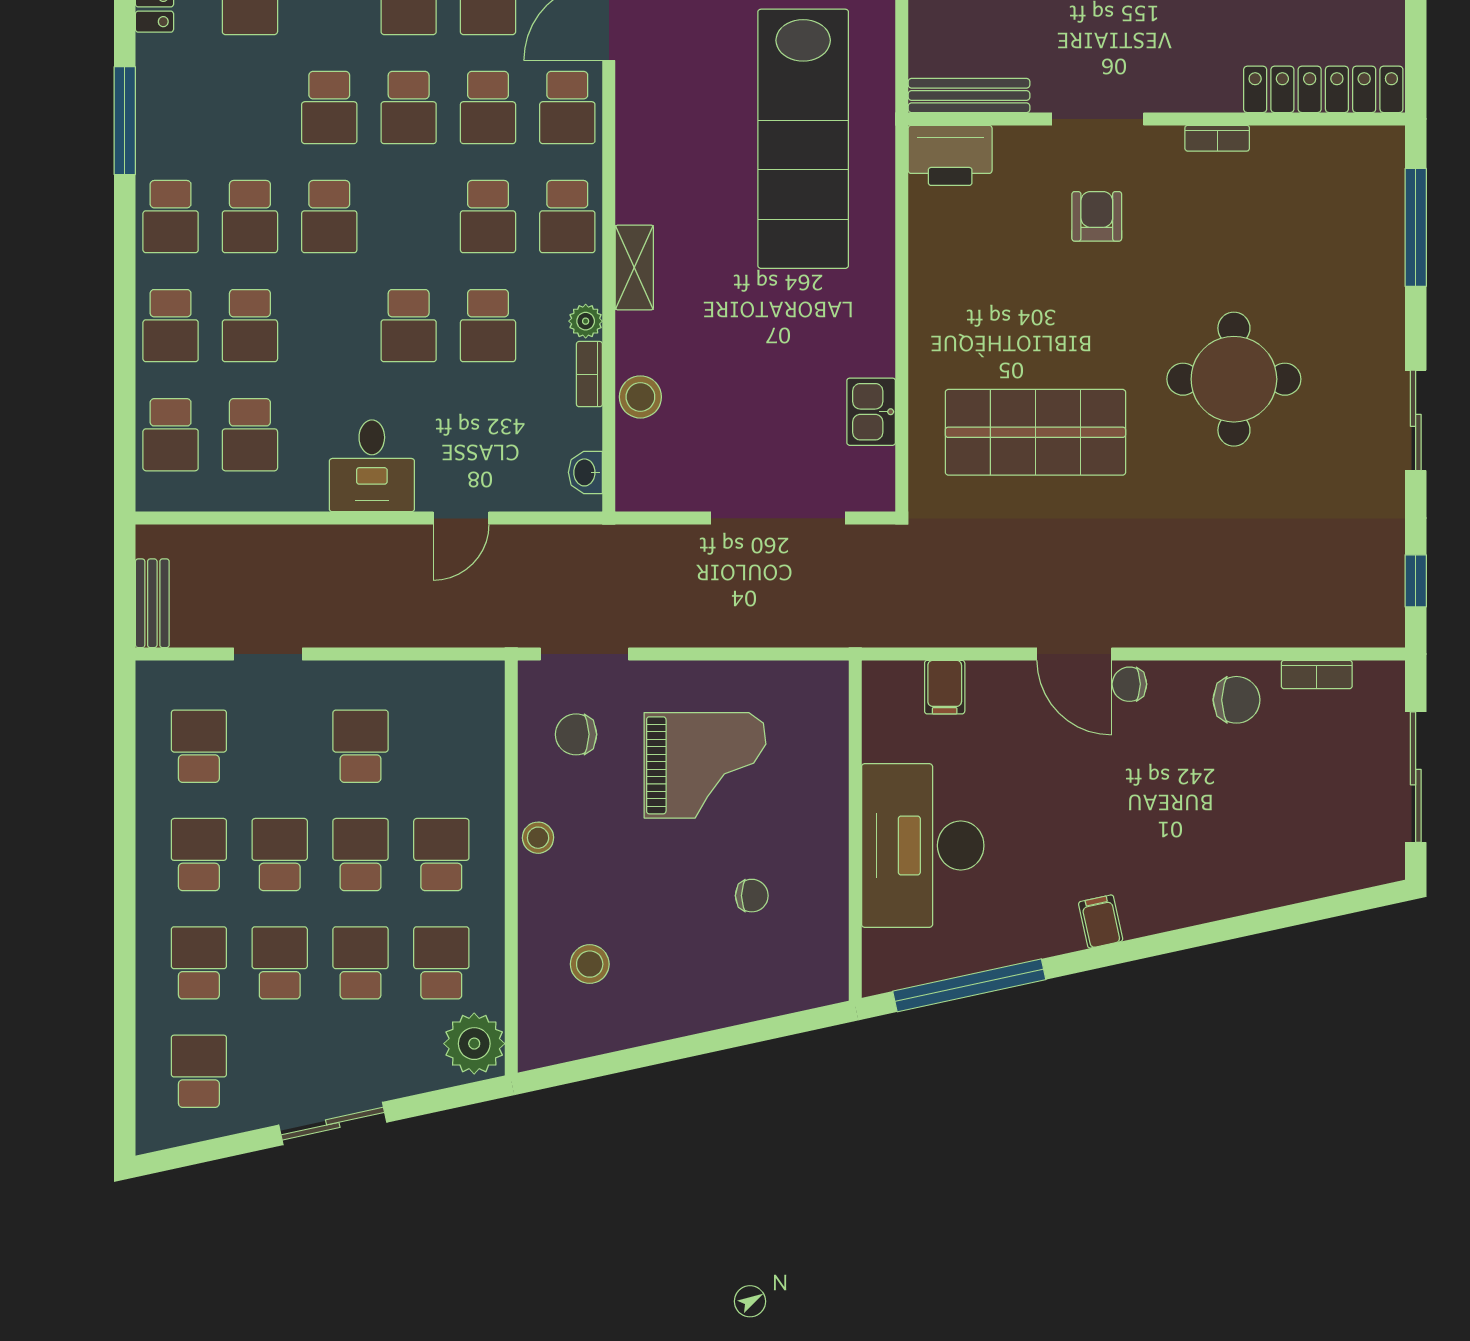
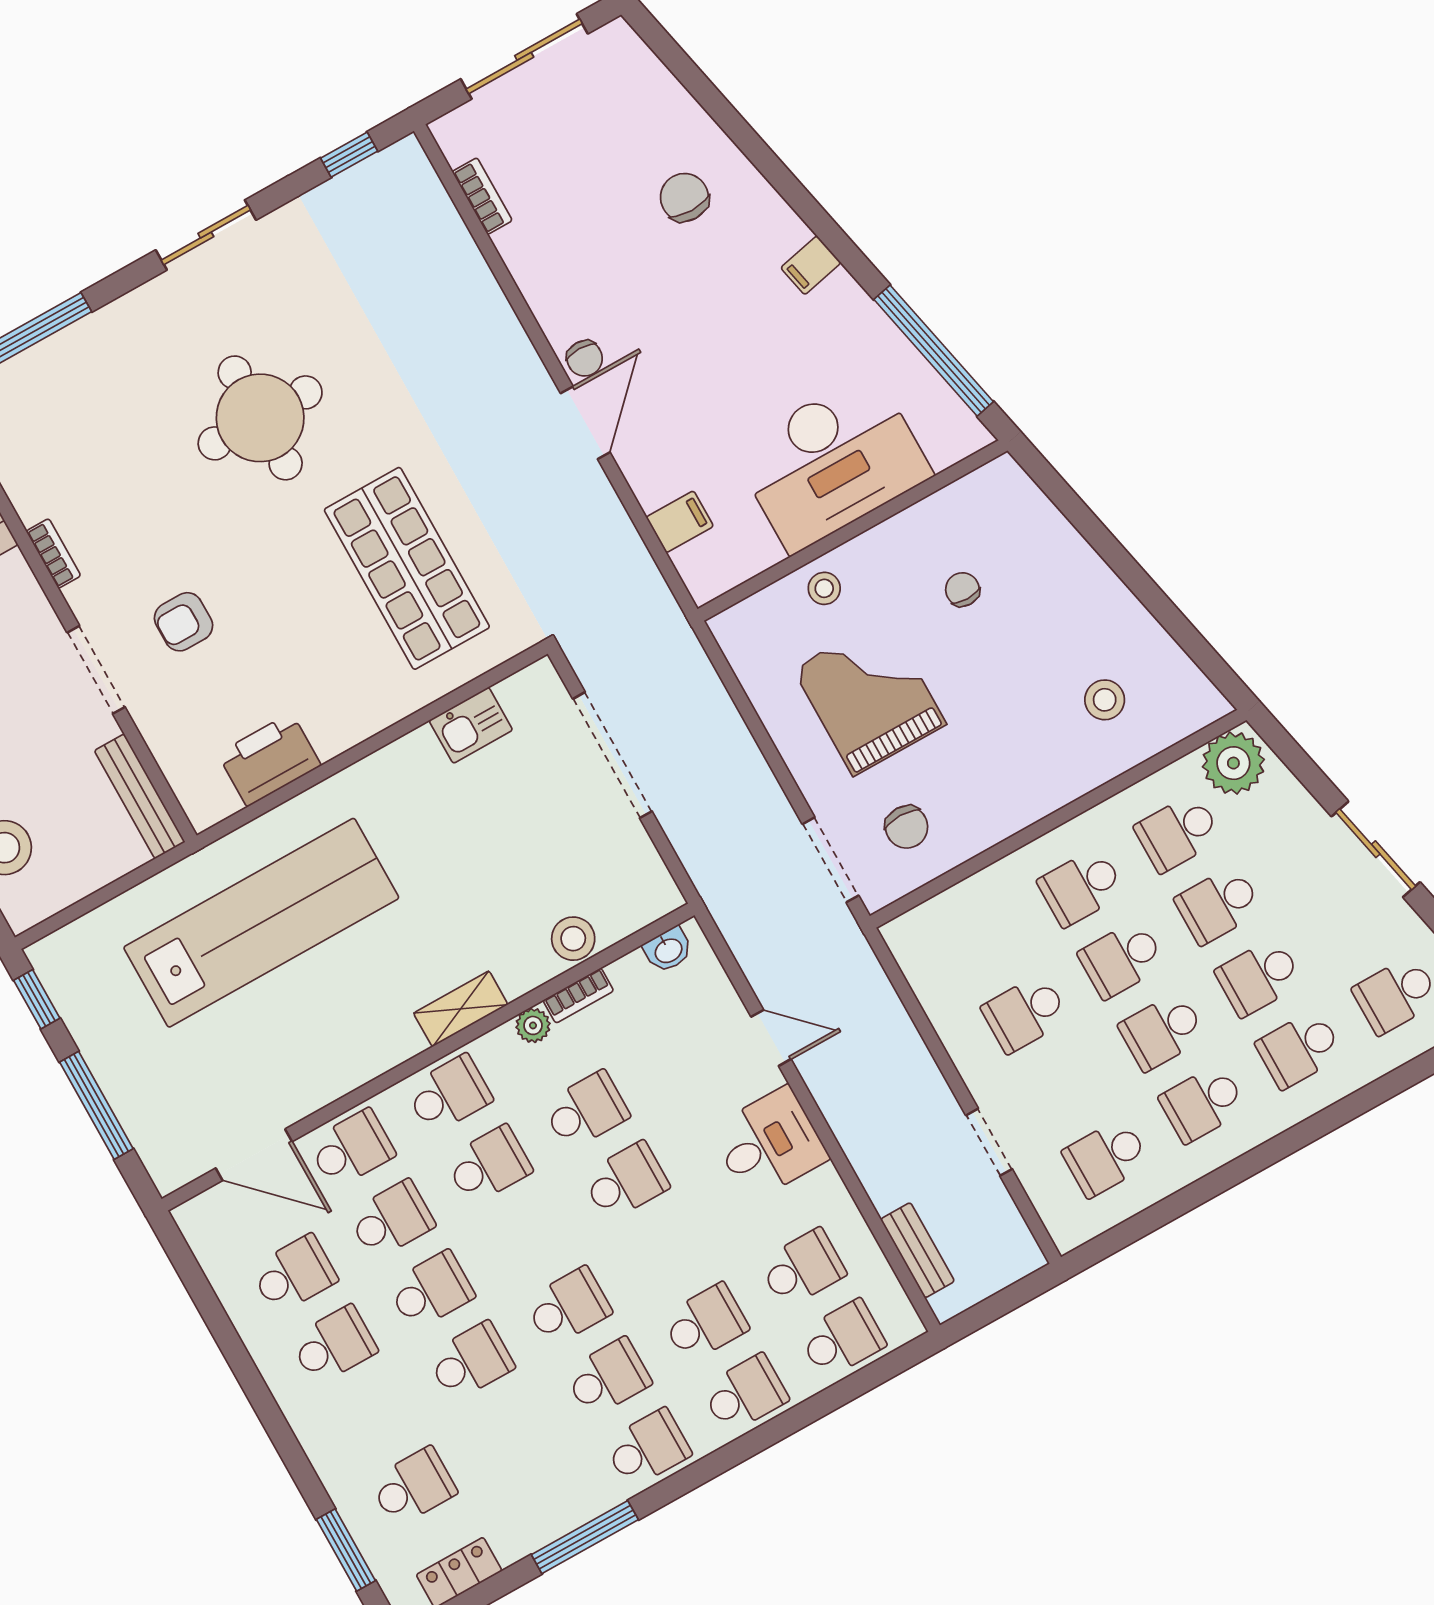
printer: (950, 155) -> (269, 760), moved, turned -90
bench: (152, 603) -> (918, 1250), moved, turned 90
chair: (1236, 700) -> (684, 197), moved
stool: (538, 838) -> (824, 588), moved

